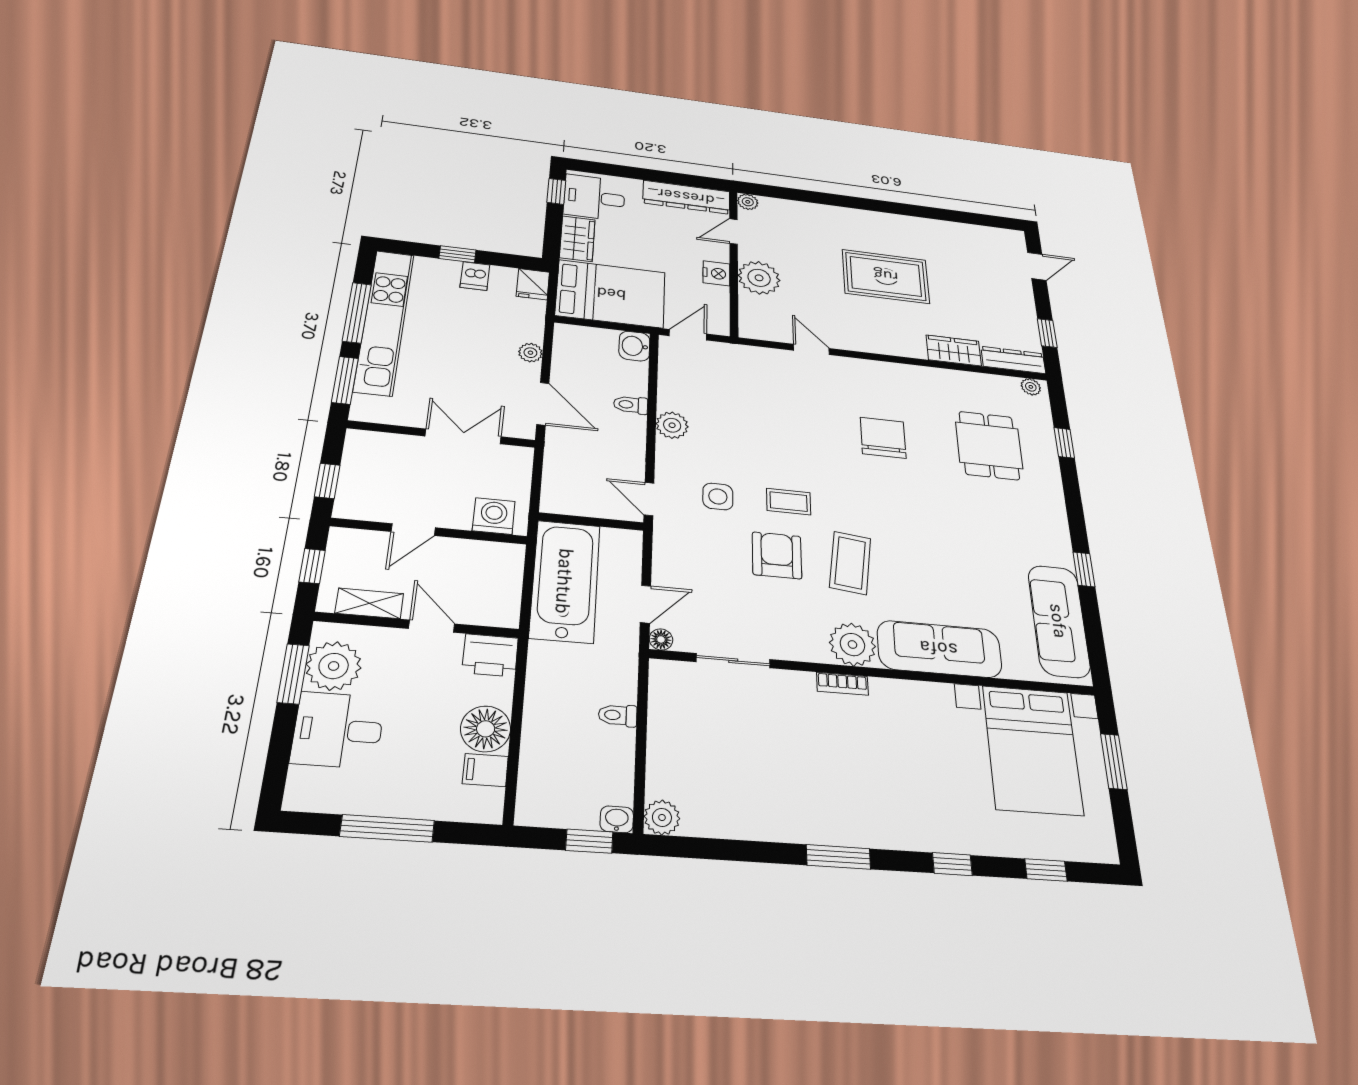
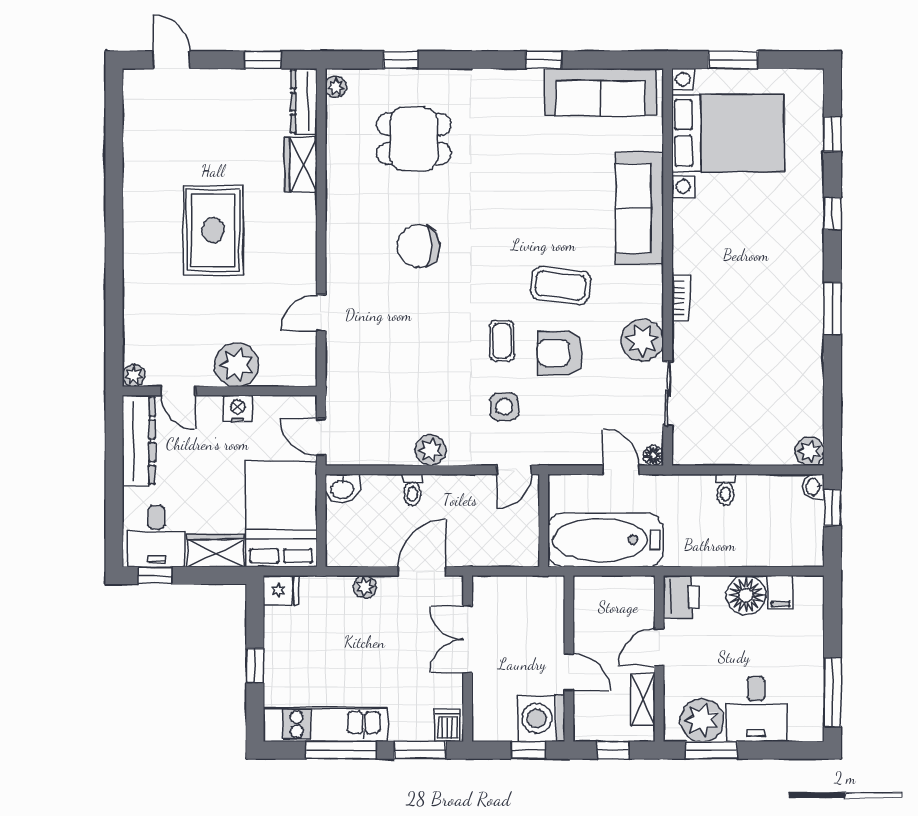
dishwasher: (475, 276) -> (448, 725), moved, turned -90
kitchen unit: (384, 322) -> (325, 724), width x0.73
washing machine: (494, 516) -> (541, 718), moved, width x1.37, depth x1.37
plant: (852, 645) -> (642, 340), moved
window: (387, 828) -> (832, 692), moved

